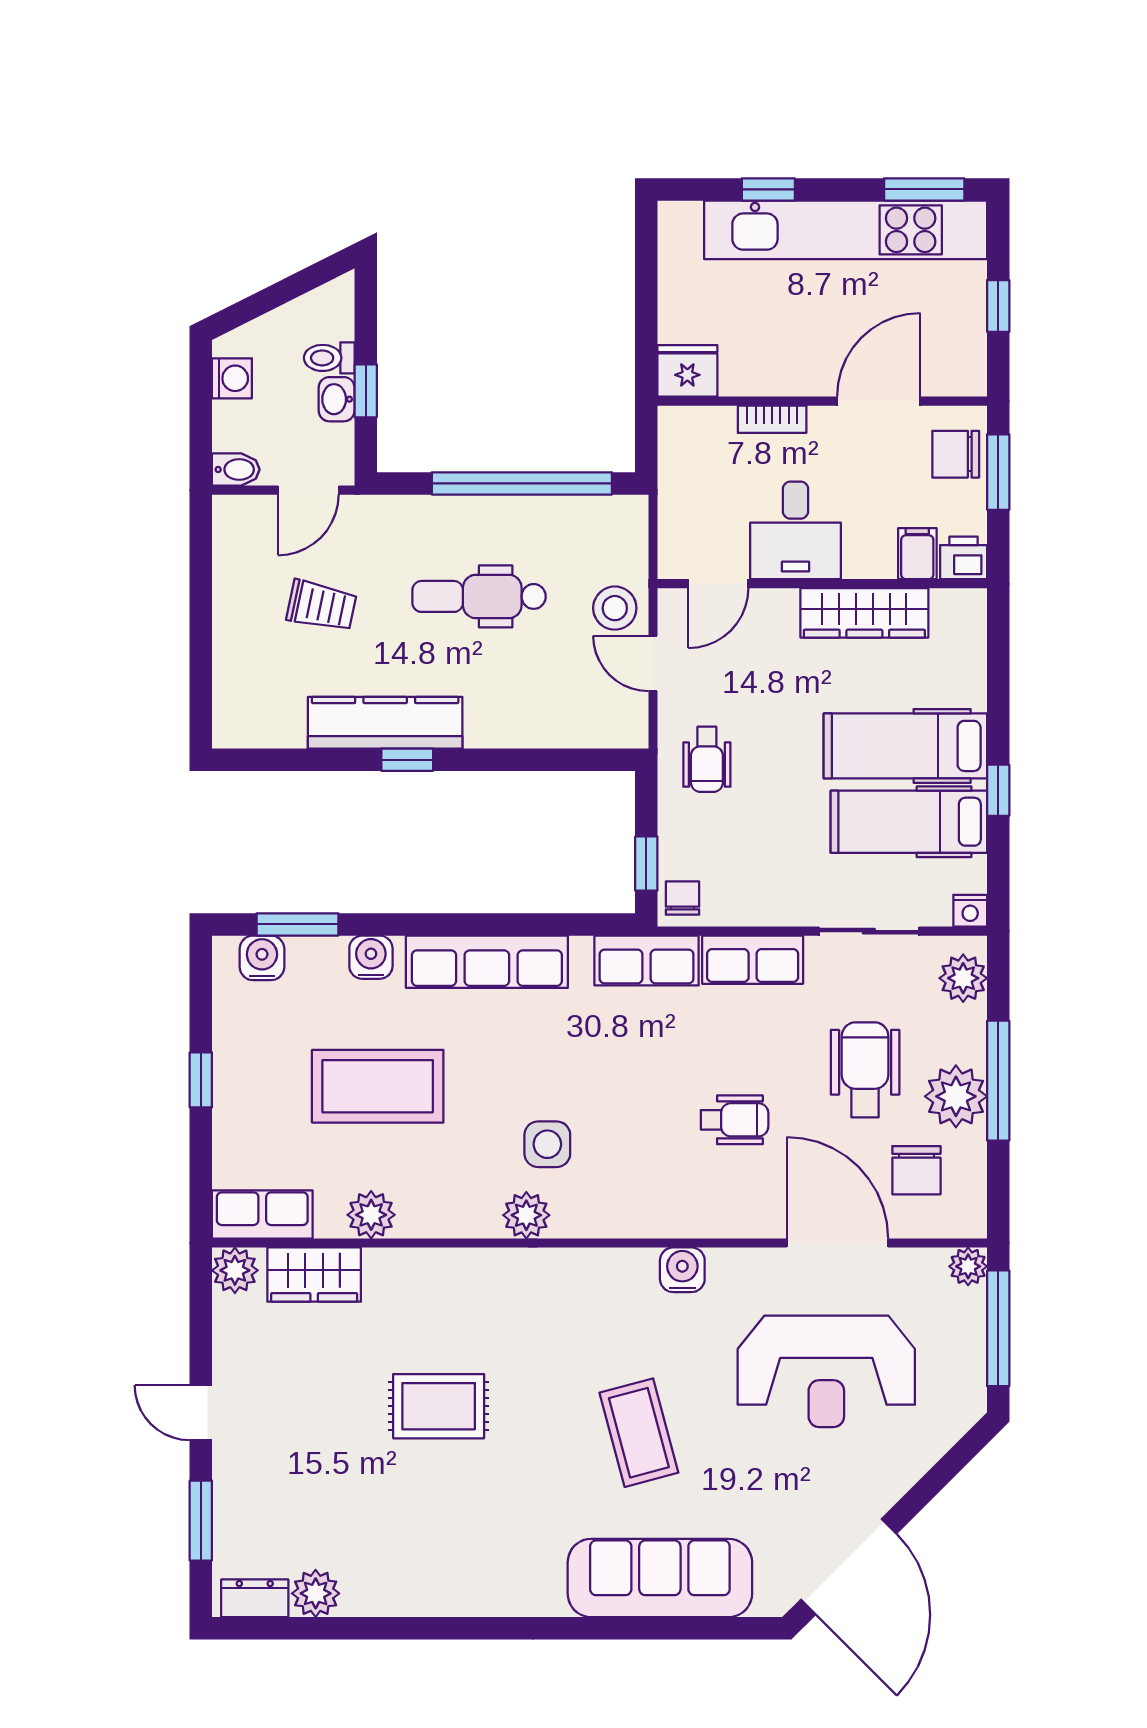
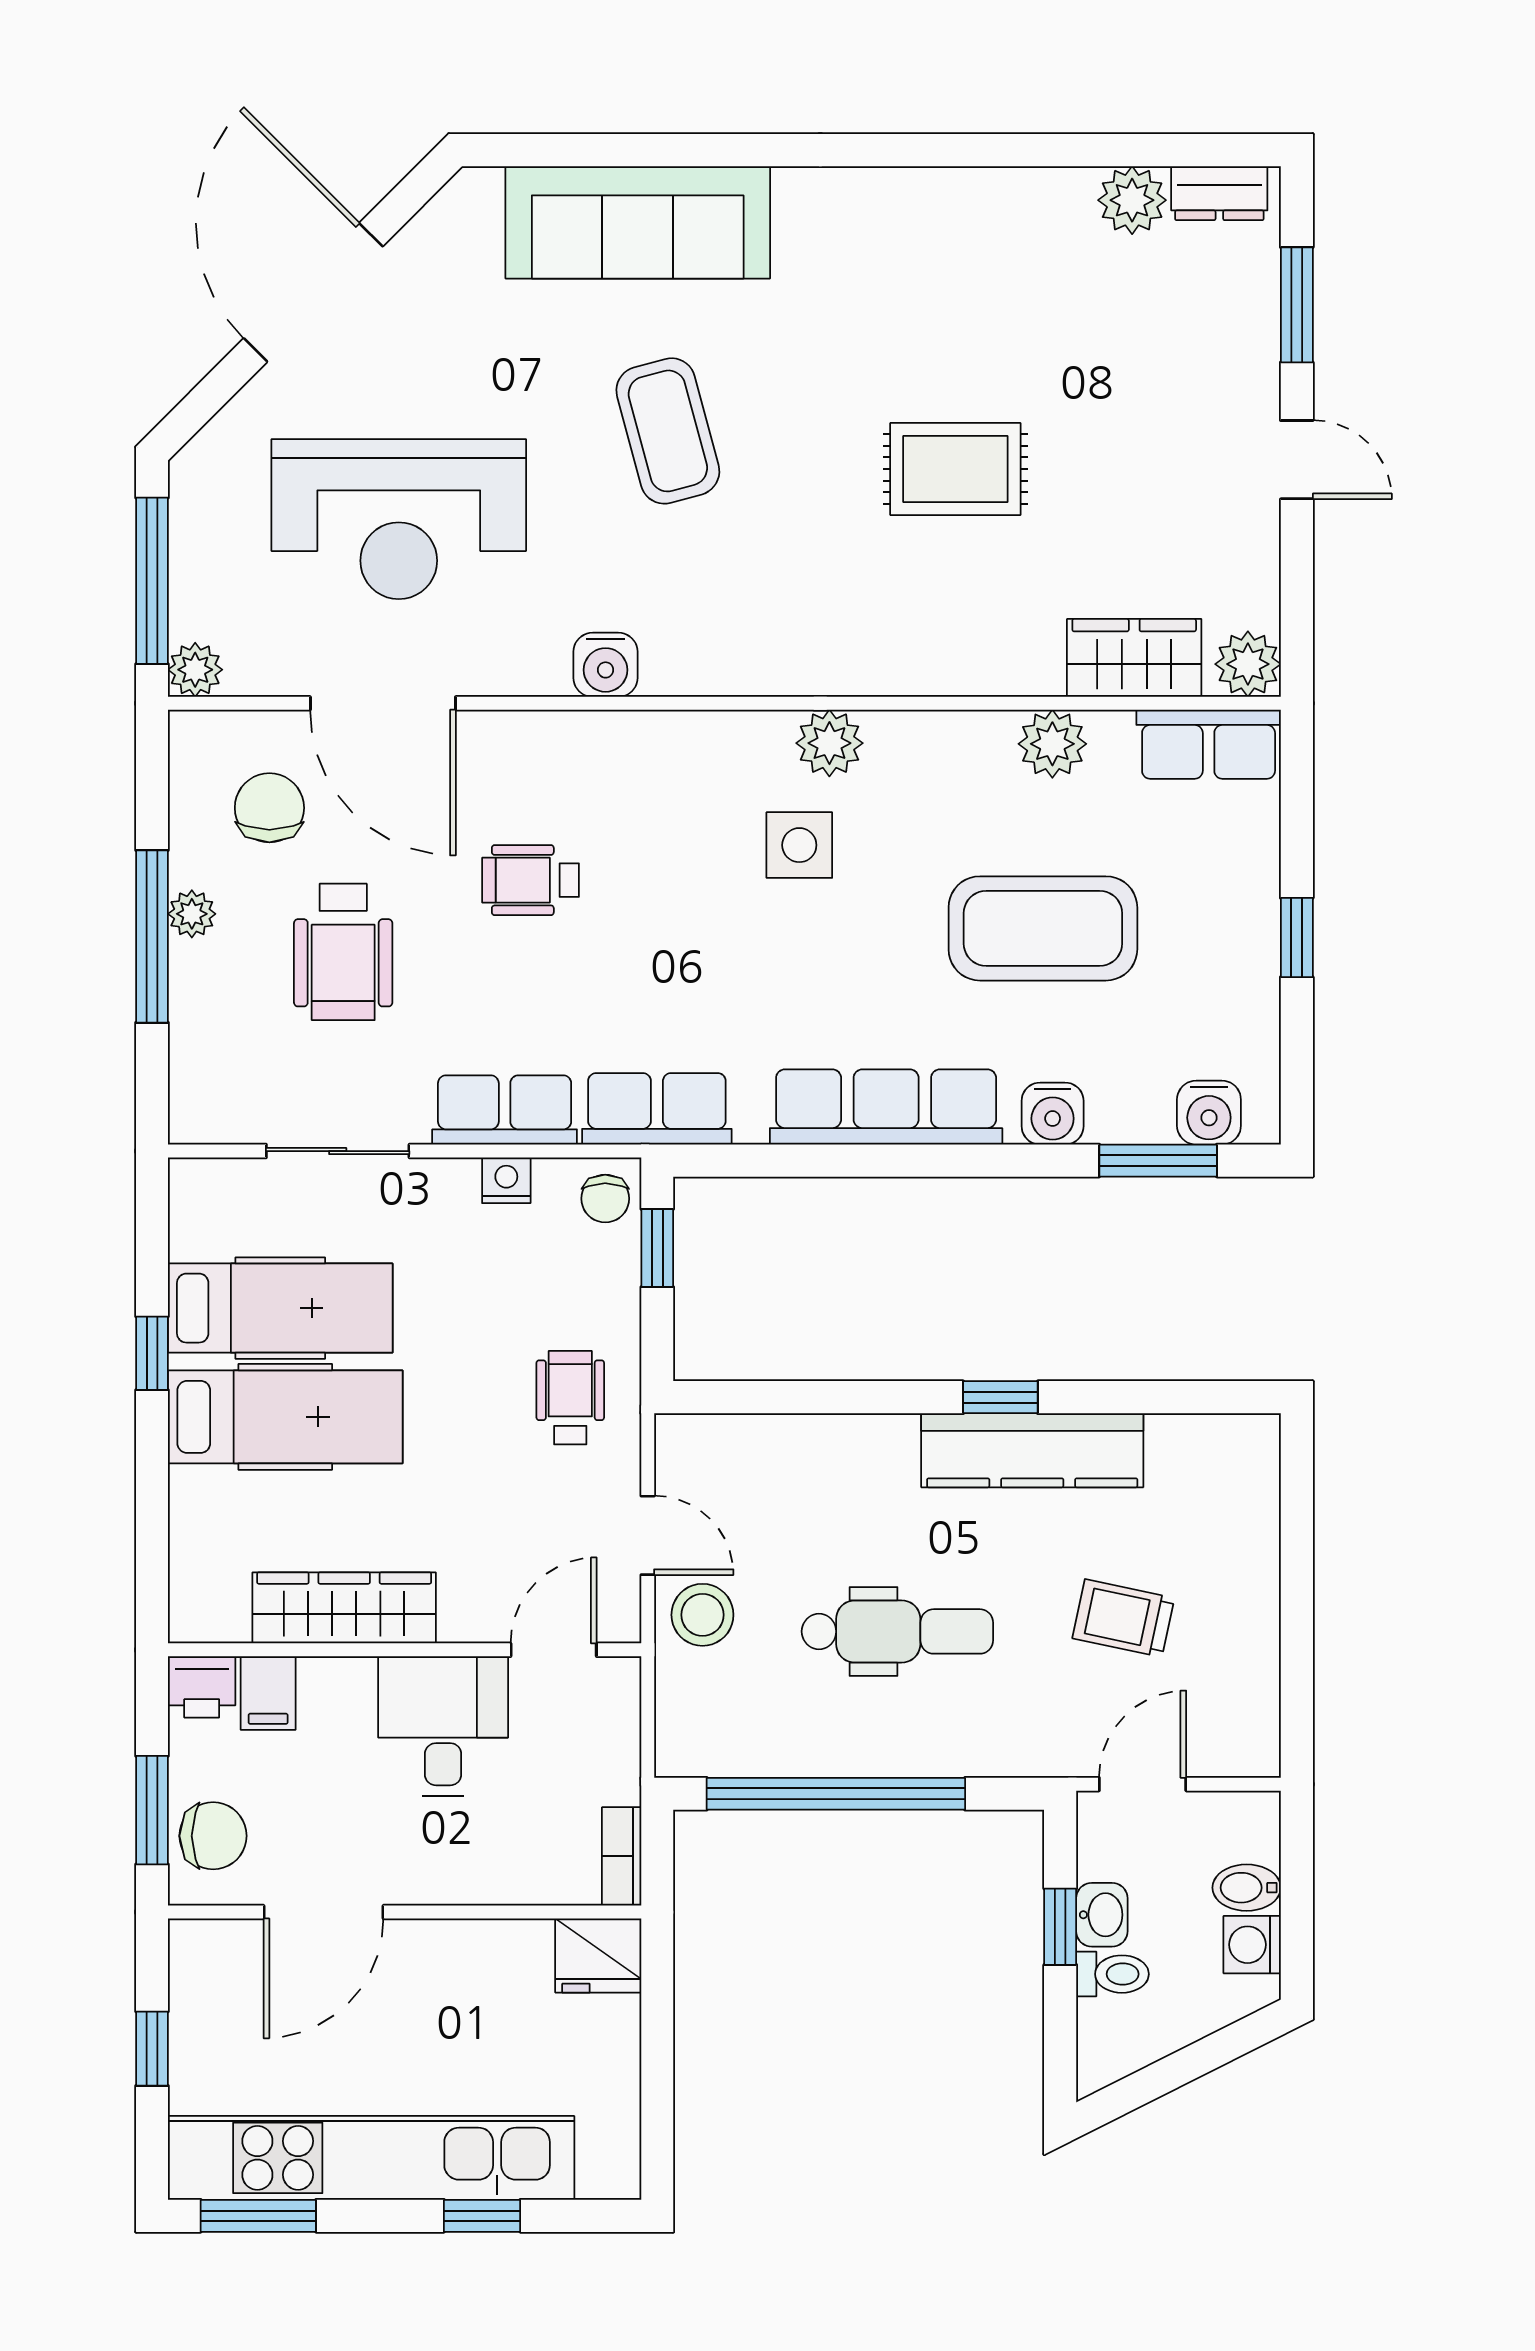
bookcase: (772, 419) -> (622, 1856), moved, turned -90
bidet: (236, 469) -> (1247, 1888), moved
nightstand: (970, 911) -> (506, 1180), moved
plant: (963, 978) -> (202, 1083), removed
plant: (956, 1096) -> (192, 914), width x0.53, depth x0.53
reception desk: (826, 1371) -> (399, 519), turned 180
door: (849, 1567) -> (313, 292), moved

